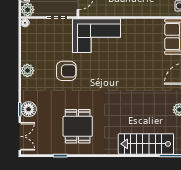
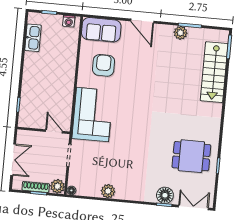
plant: (27, 71) -> (108, 191), moved
armchair: (66, 71) -> (104, 65), moved
dining table: (78, 126) -> (191, 156), moved

